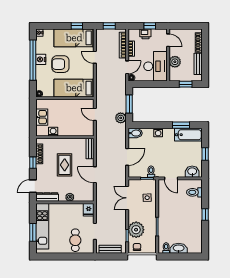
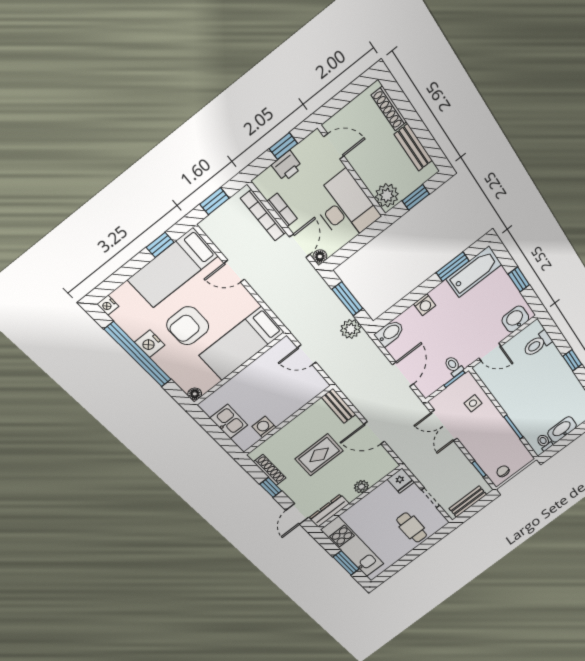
plant: (175, 62) -> (387, 195), moved
rug: (65, 165) -> (319, 455), turned 90
plant: (136, 230) -> (486, 453), removed

